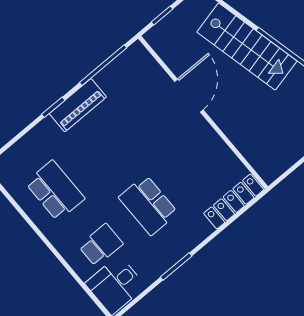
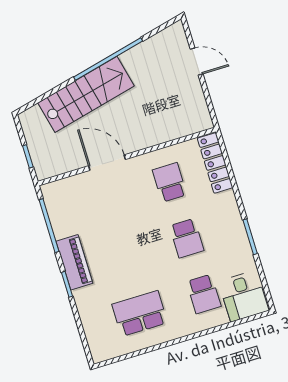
school desk: (196, 165) -> (170, 182), added
school desk: (148, 205) -> (187, 238), width x0.54
school desk: (101, 245) -> (204, 294), turned 180

